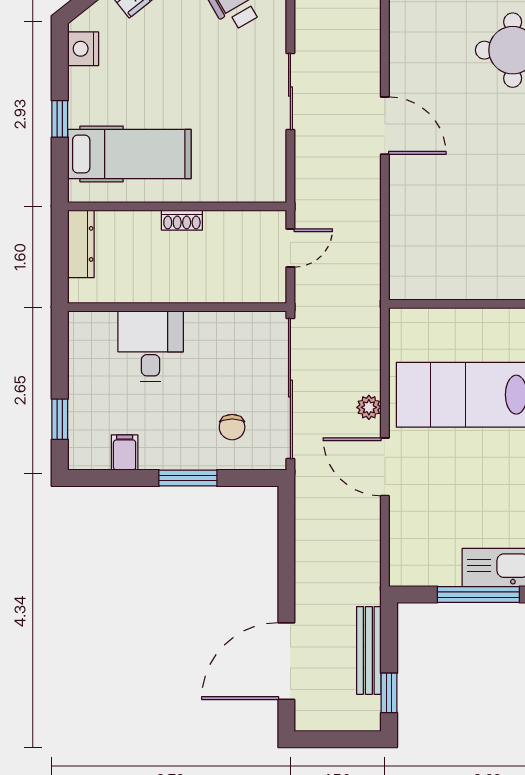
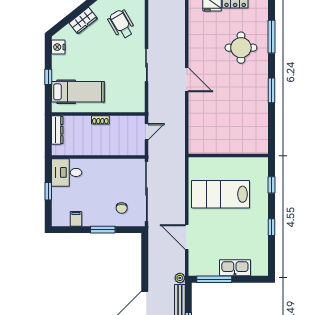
desk: (151, 346) -> (67, 172), moved, turned -90
plant: (369, 407) -> (180, 278), moved
window: (60, 419) -> (48, 191), moved
door: (385, 467) -> (187, 237), moved
window: (478, 594) -> (214, 279), moved

